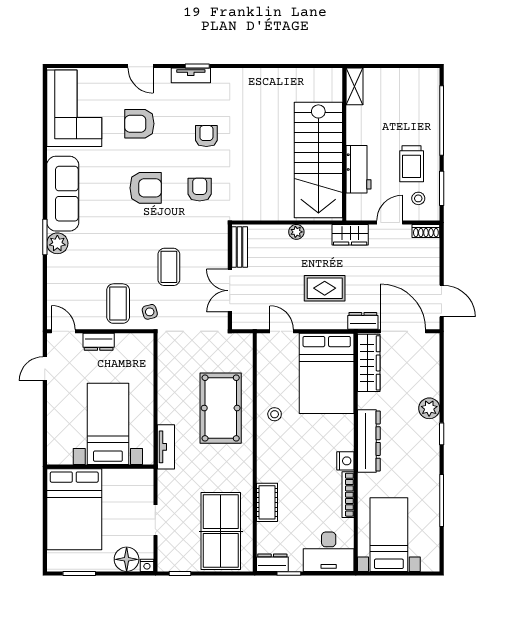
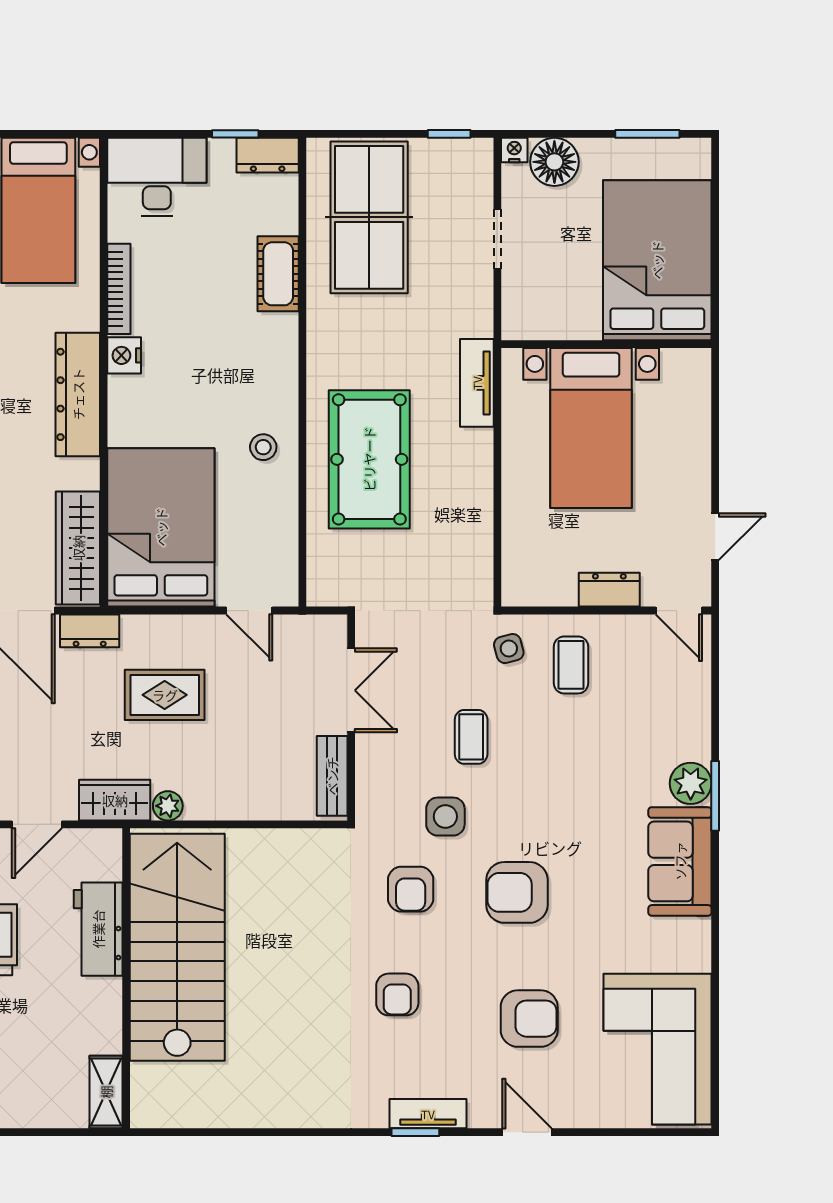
sofa: (63, 194) -> (680, 861), width x0.73
side table: (182, 226) -> (445, 817), added
plant: (296, 232) -> (168, 806), moved
coffee table: (169, 267) -> (471, 737), width x0.73, depth x0.77
coffee table: (118, 304) -> (571, 665), width x0.73, depth x0.77

